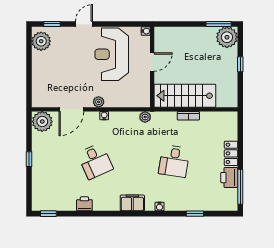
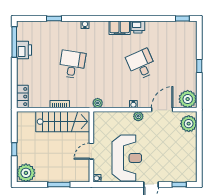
window: (219, 24) -> (59, 184), moved
plant: (41, 41) -> (189, 124), moved
locker: (231, 153) -> (22, 97), moved
filing cabinet: (132, 203) -> (120, 28), moved
printer: (84, 204) -> (138, 27), moved

